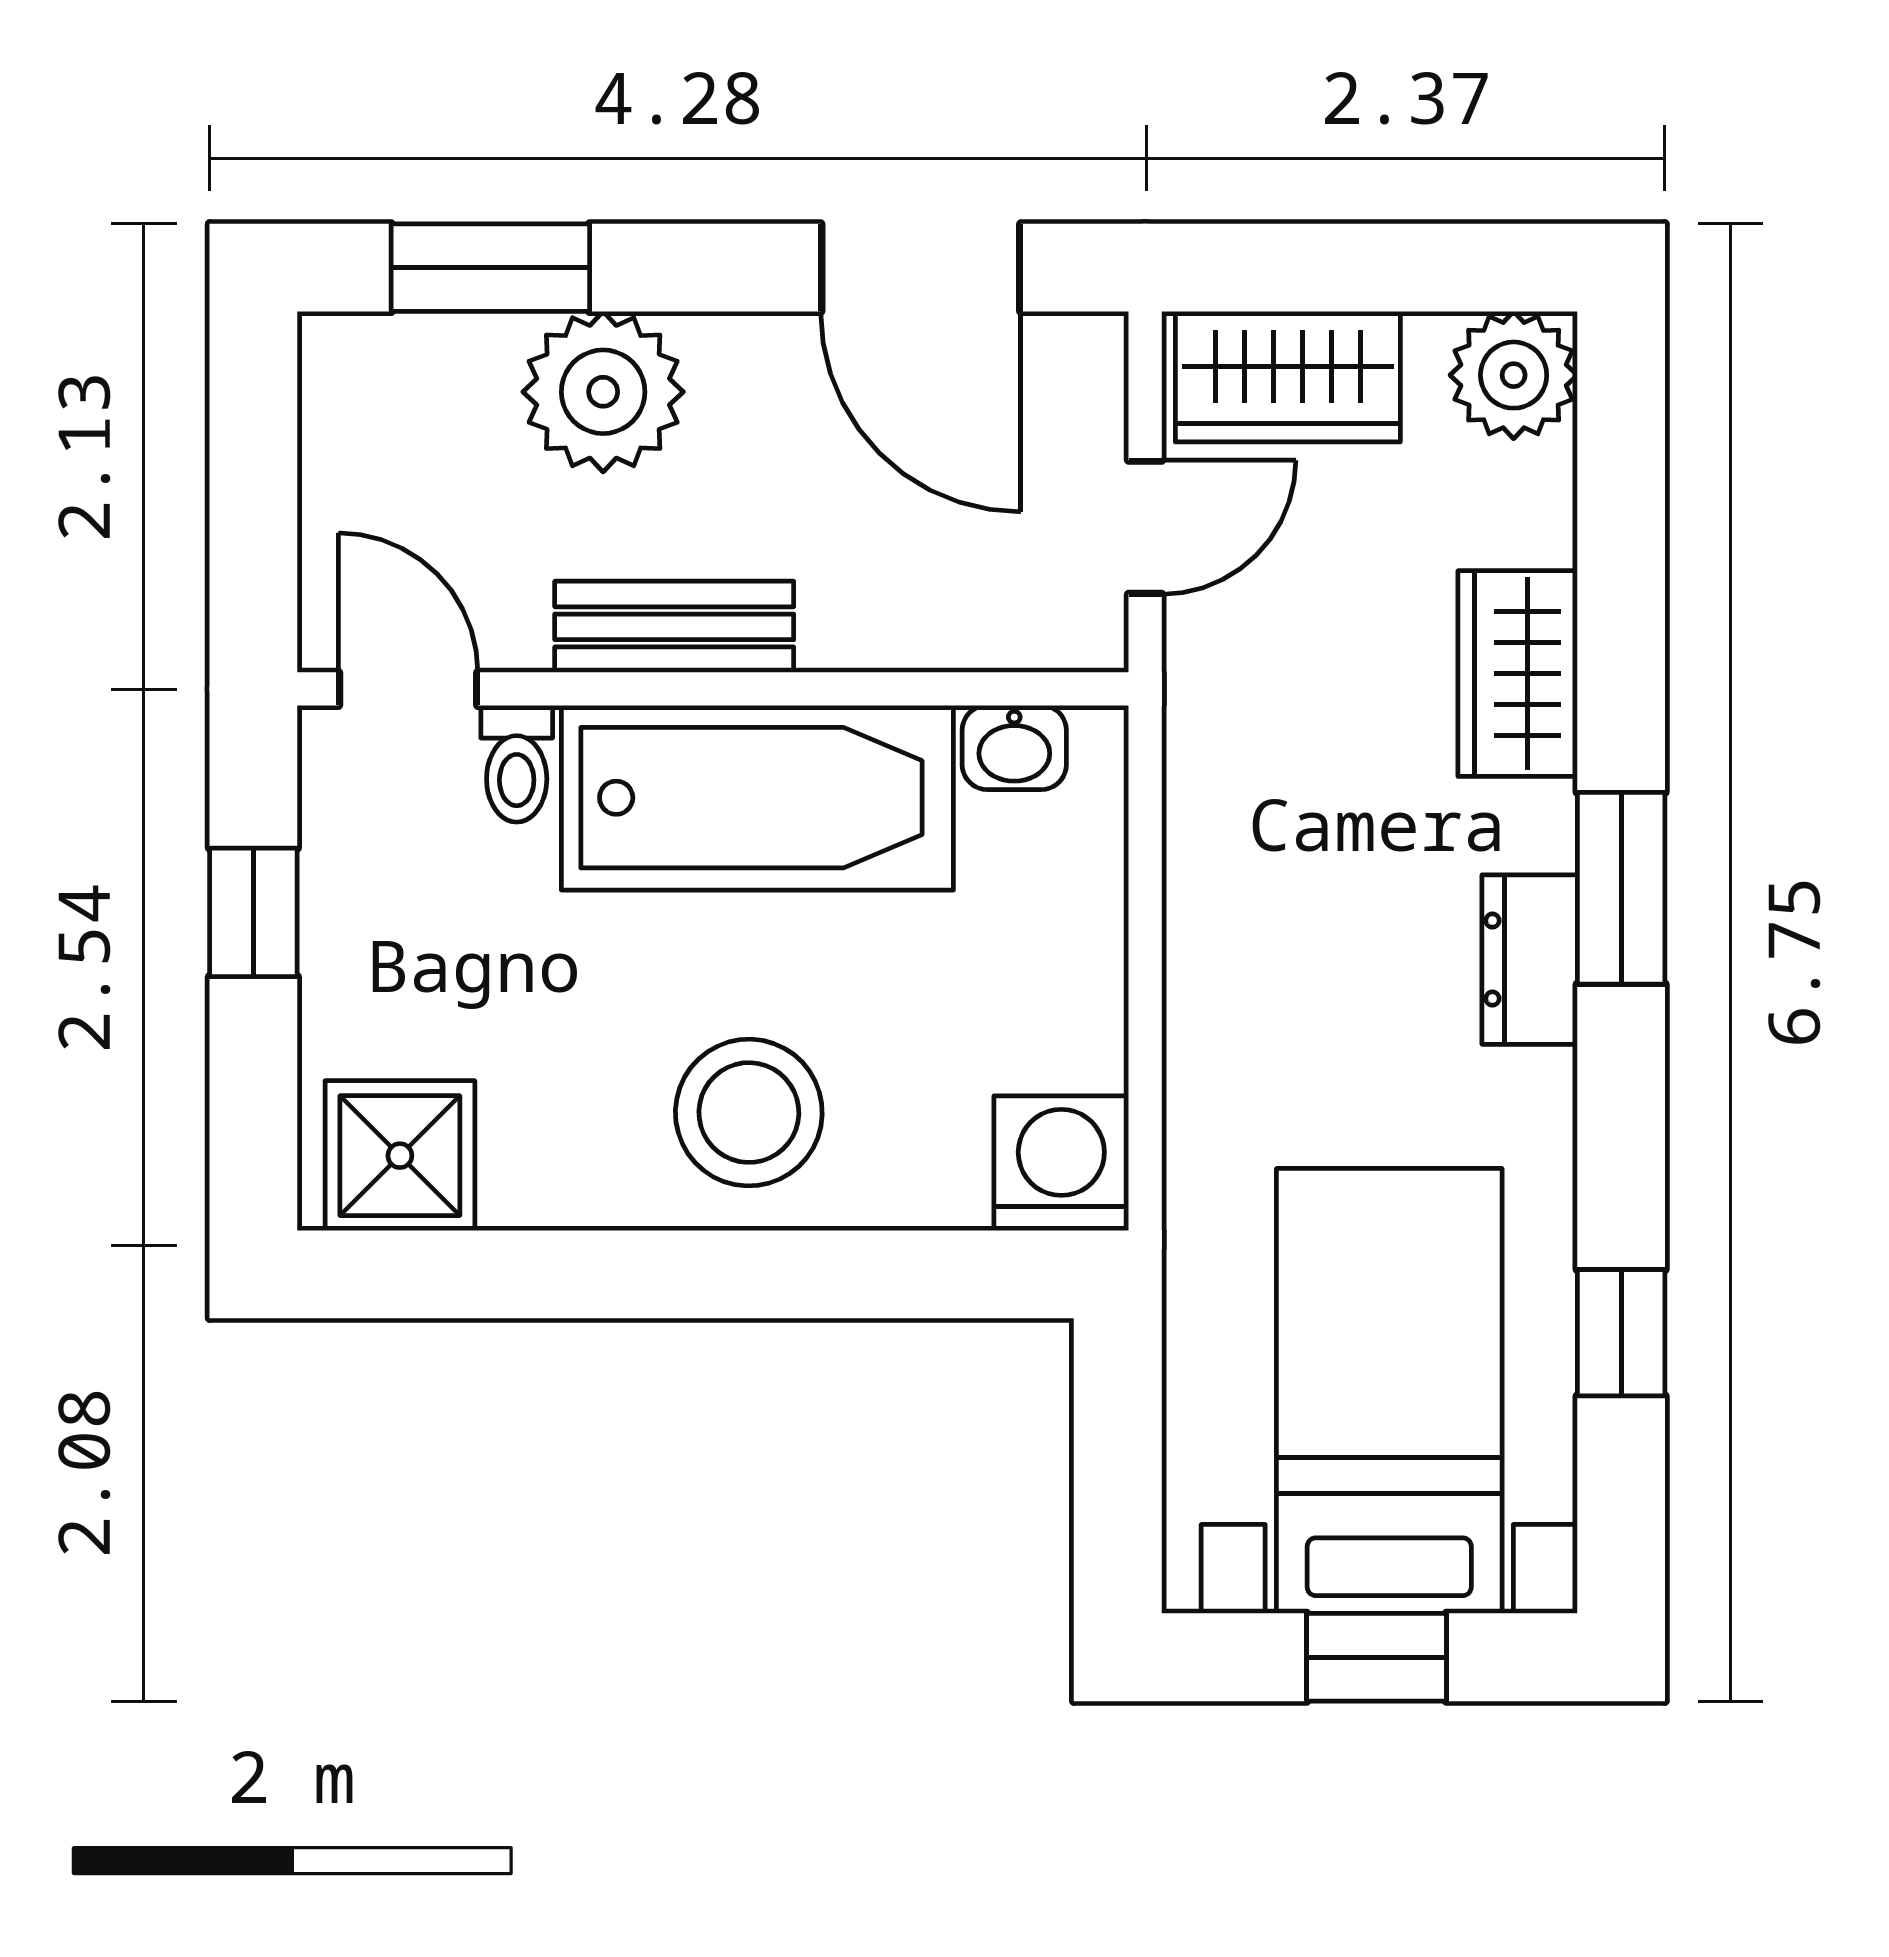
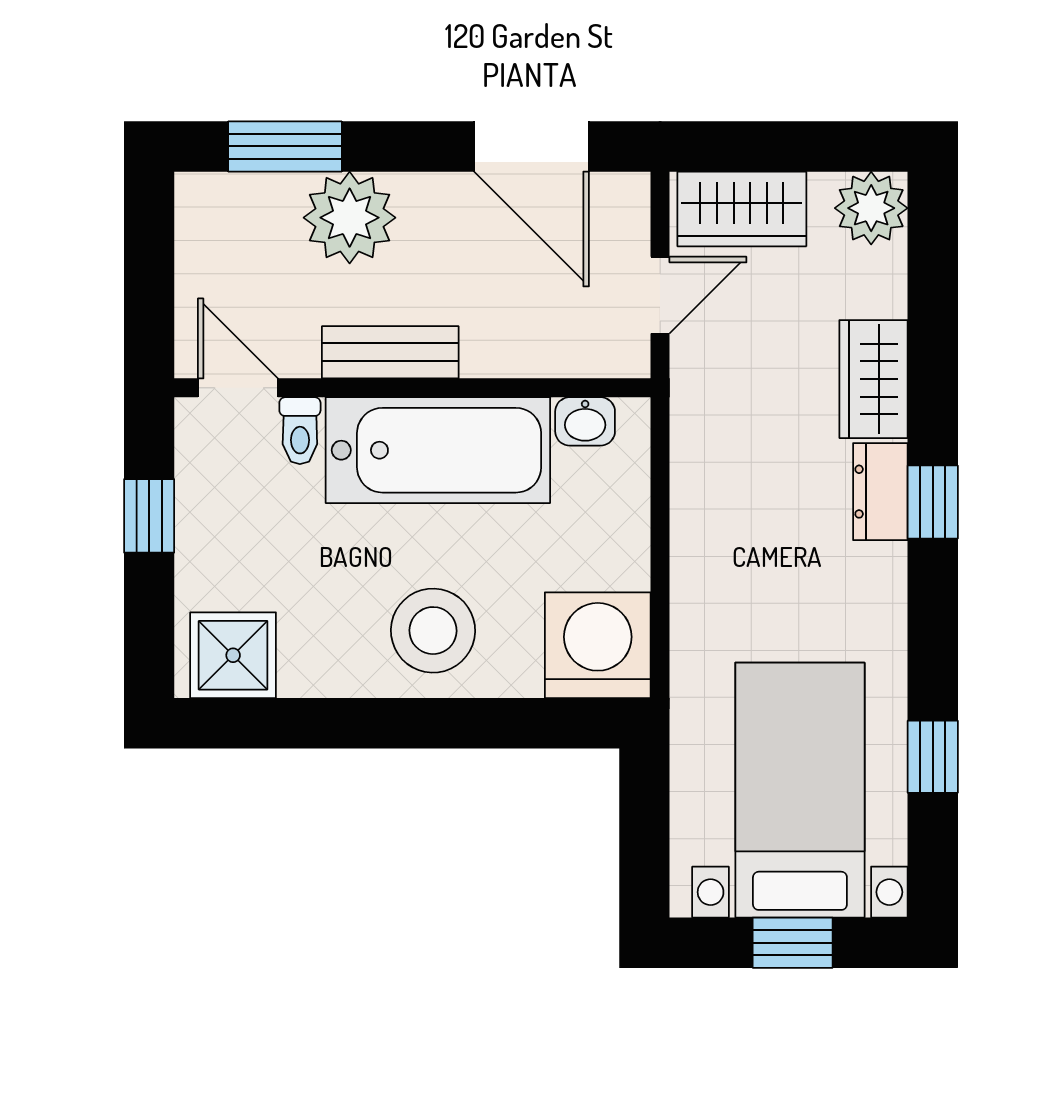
window: (1621, 888) -> (933, 502), width x0.67
dresser: (1530, 960) -> (880, 492), moved
washing machine: (1061, 1163) -> (598, 645), width x1.37, depth x1.37

